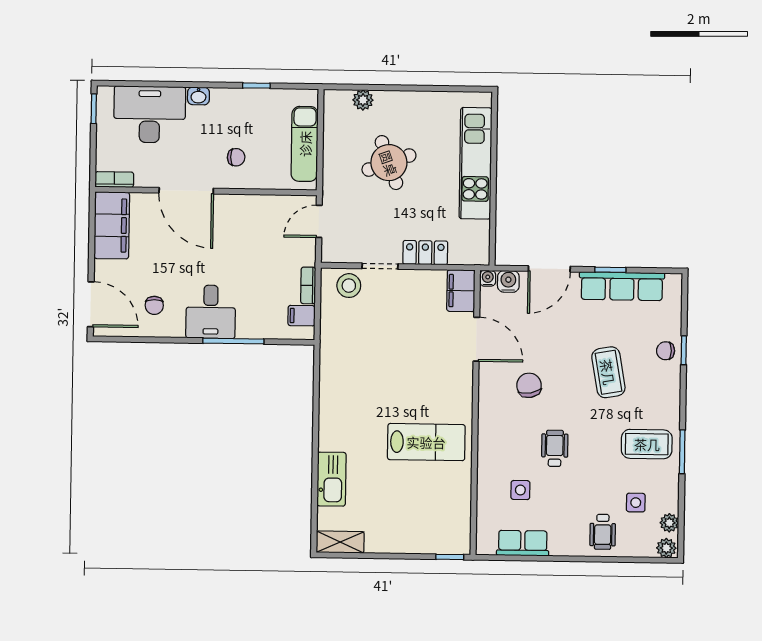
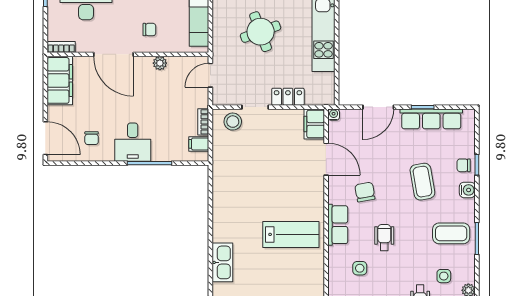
plant: (250, 204) -> (160, 63), added
water cooler: (508, 281) -> (467, 190), moved, turned 90
row of seats: (491, 430) -> (338, 225), added

